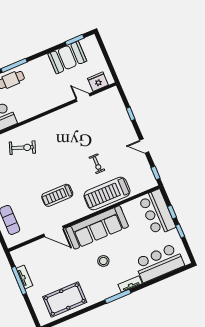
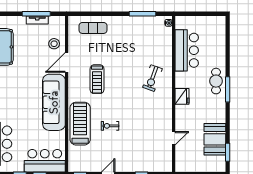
fridge: (98, 82) -> (182, 96), moved
exercise bike: (22, 148) -> (152, 78), moved
treadmill: (57, 195) -> (97, 79), turned 180
stool: (103, 261) -> (54, 44), moved

